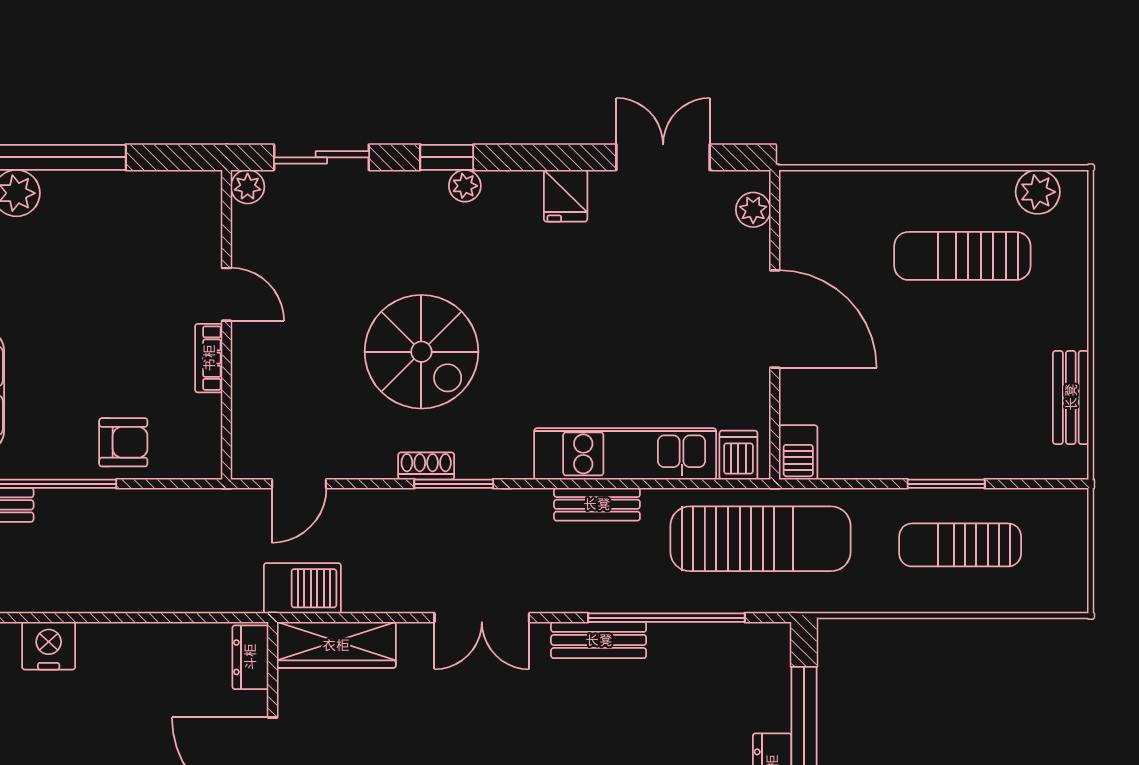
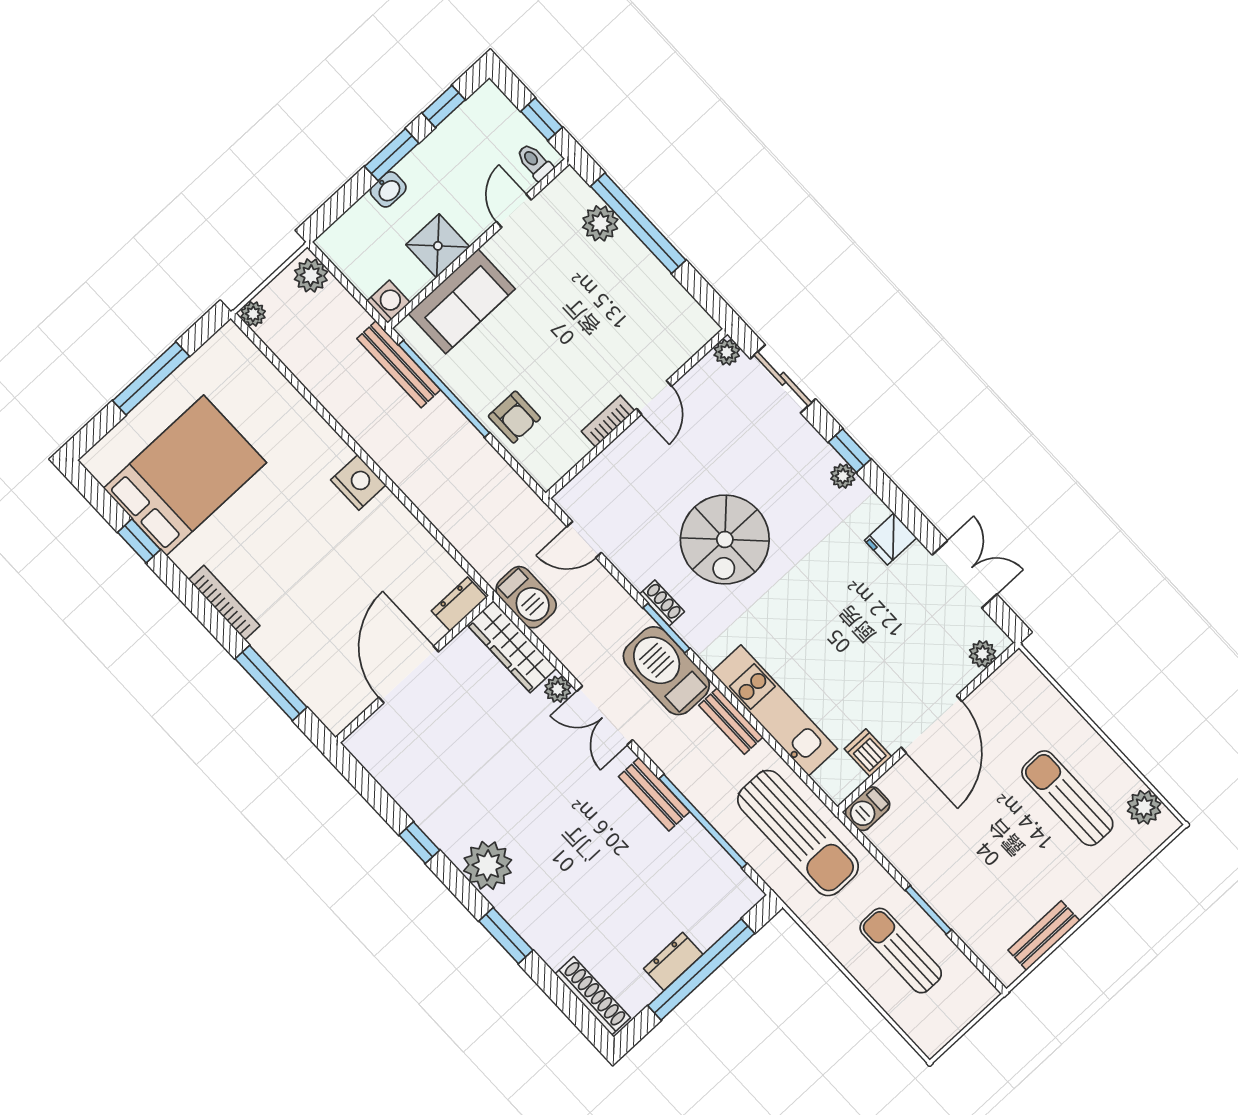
dishwasher: (738, 455) -> (868, 753), moved, turned -90
barbecue: (493, 521) -> (666, 671), added
plant: (416, 639) -> (558, 689), added

